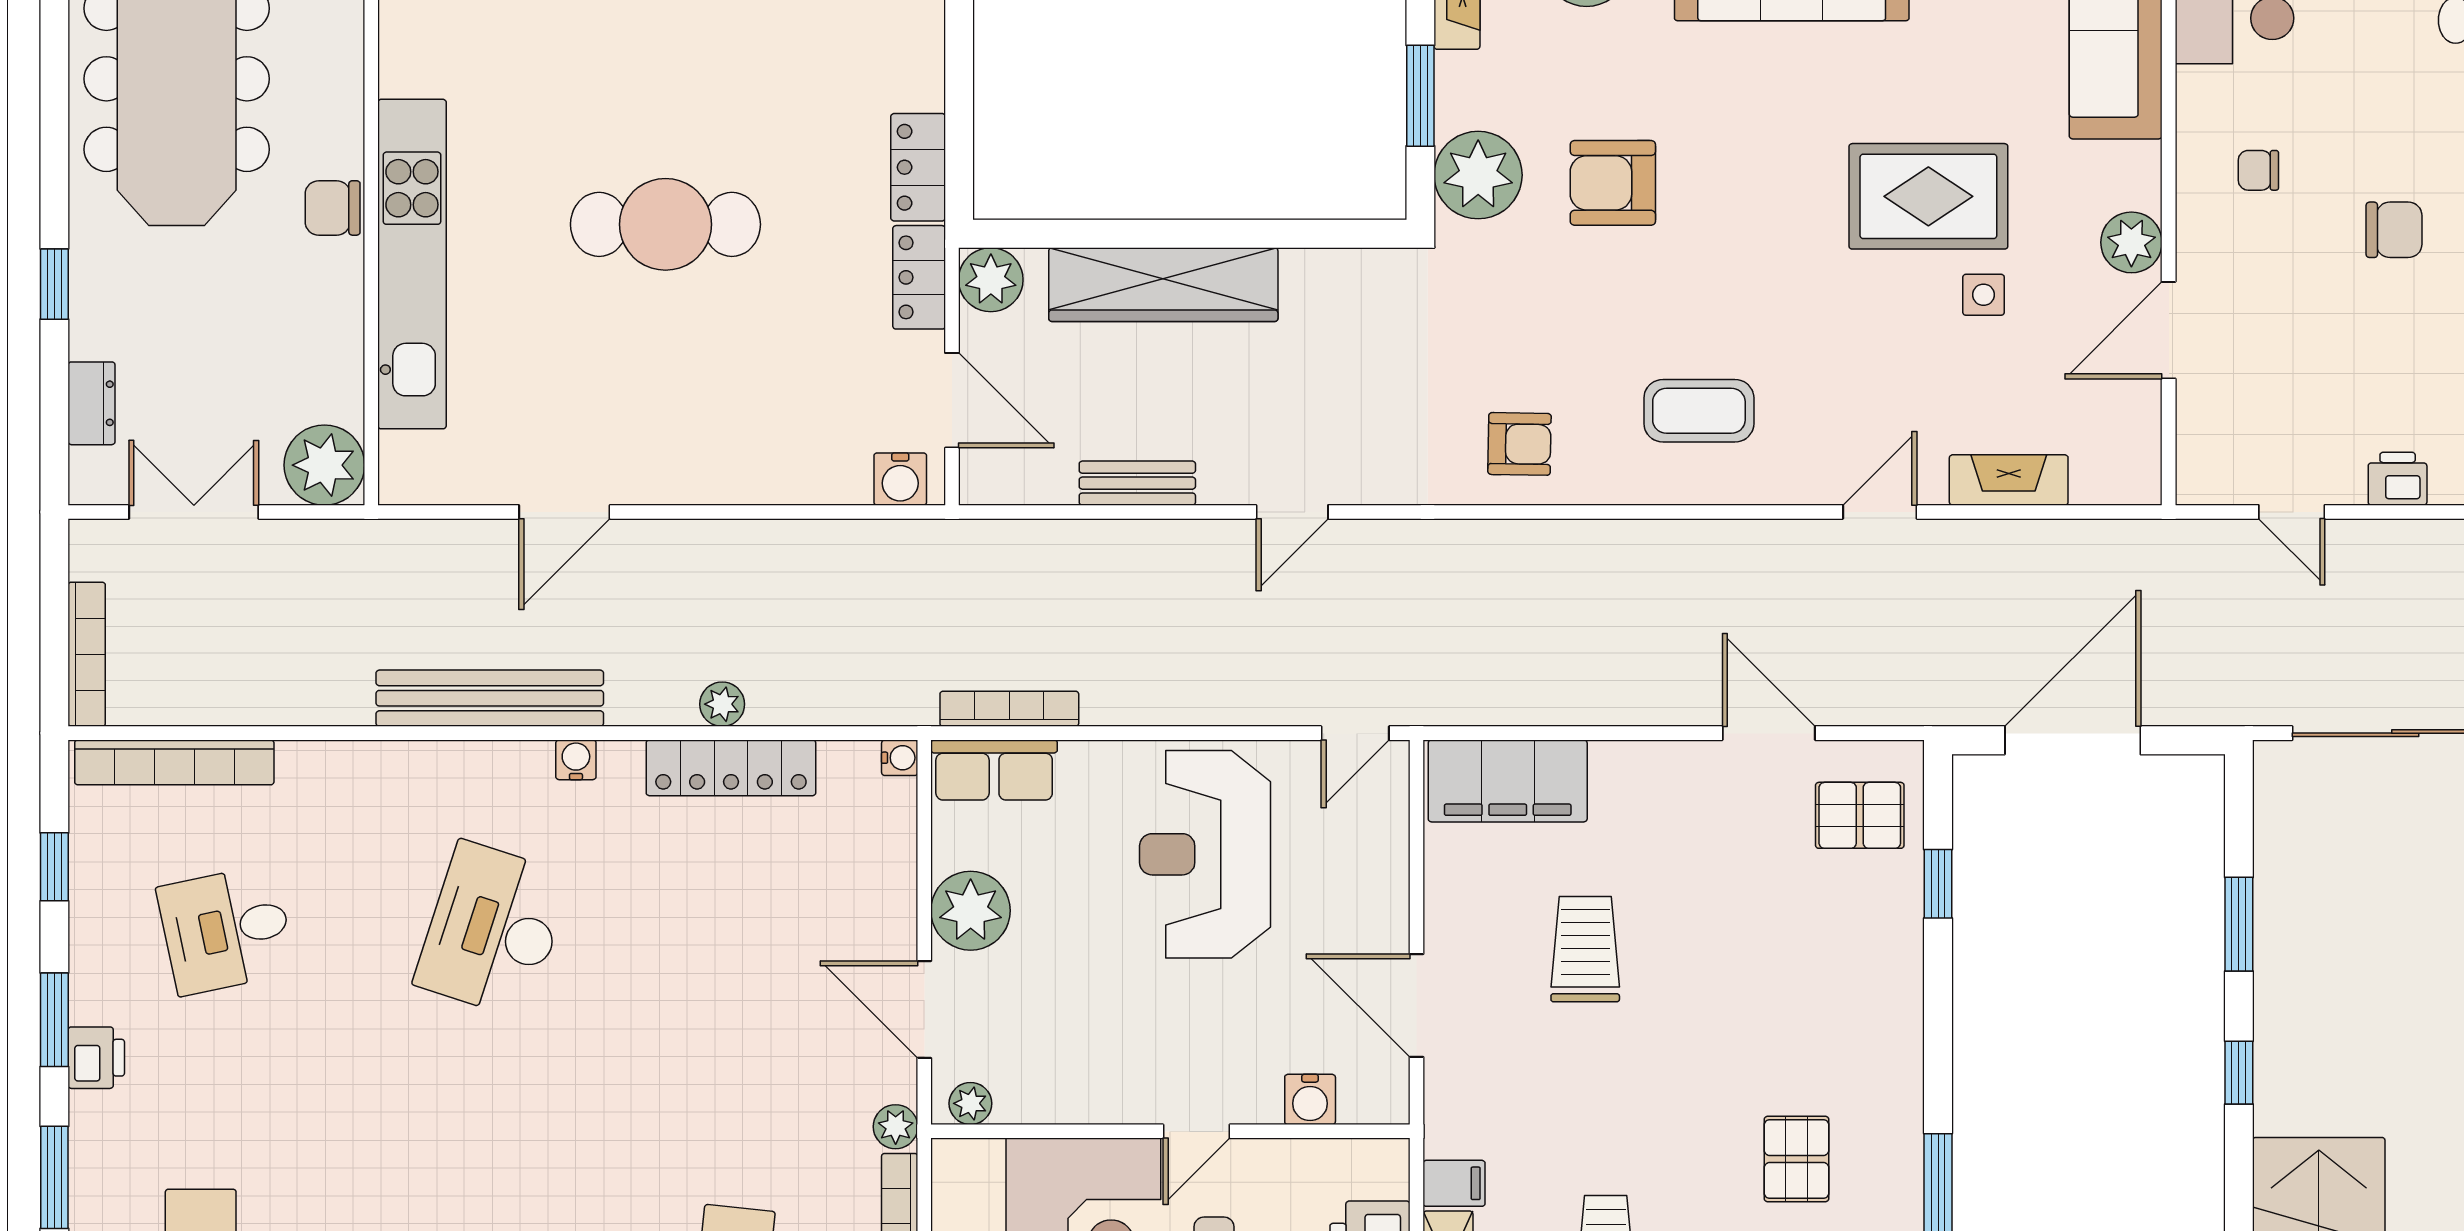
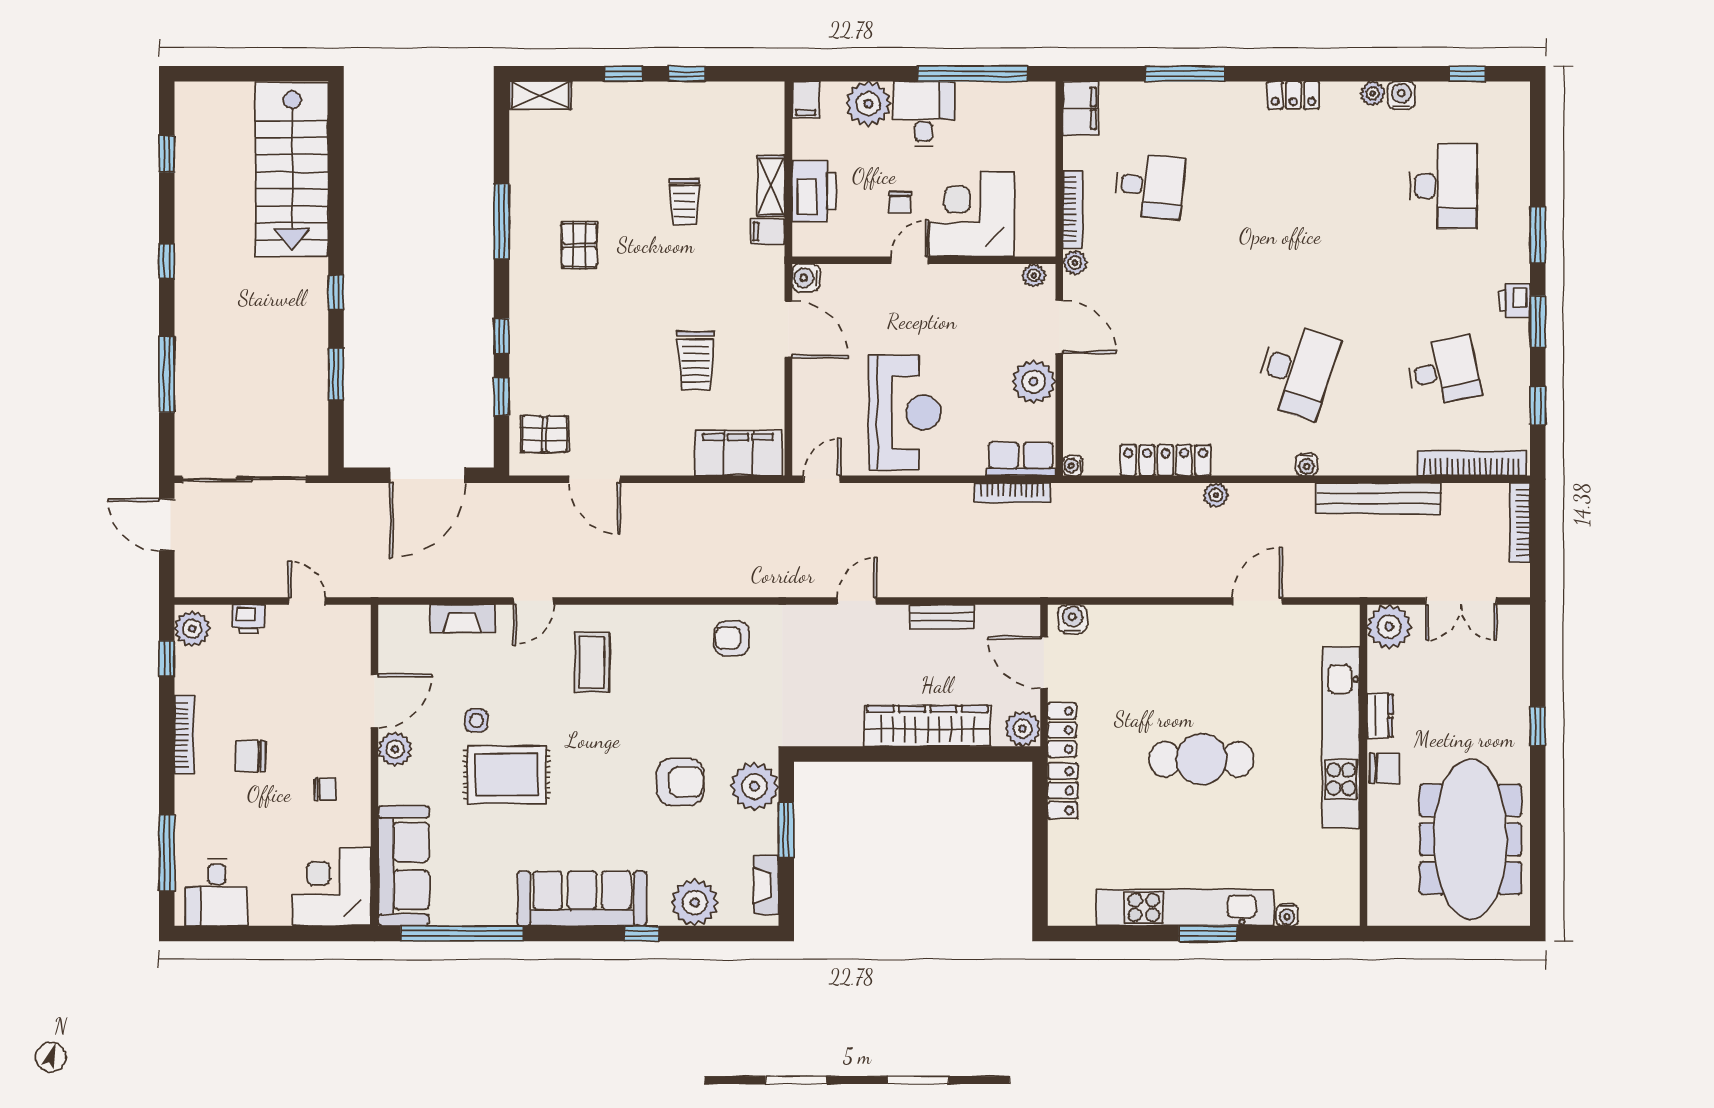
dresser: (92, 403) -> (1380, 716), moved, turned 180
coffee table: (1699, 411) -> (592, 662), moved, turned 90
bench: (490, 698) -> (1378, 498), moved
plant: (722, 704) -> (1216, 495), moved
water cooler: (576, 760) -> (1307, 465), moved
window: (1938, 993) -> (501, 336), added
water cooler: (1310, 1099) -> (806, 278), moved, turned -90

